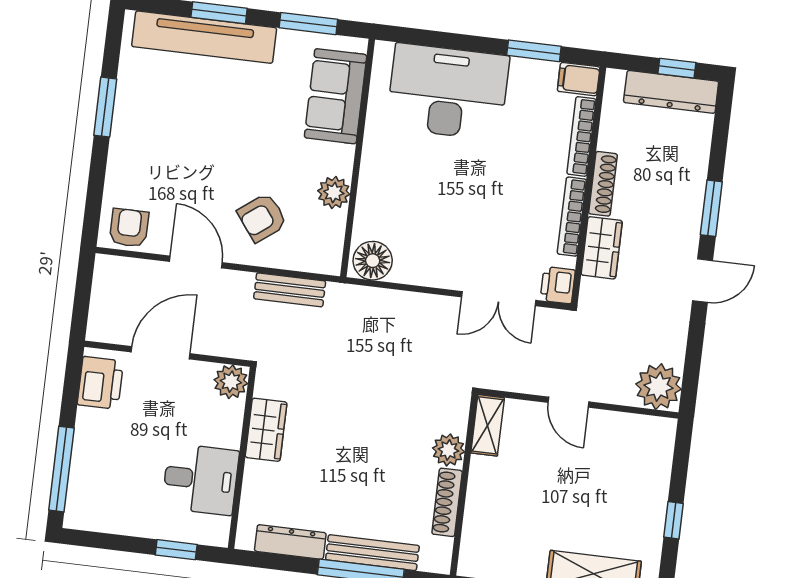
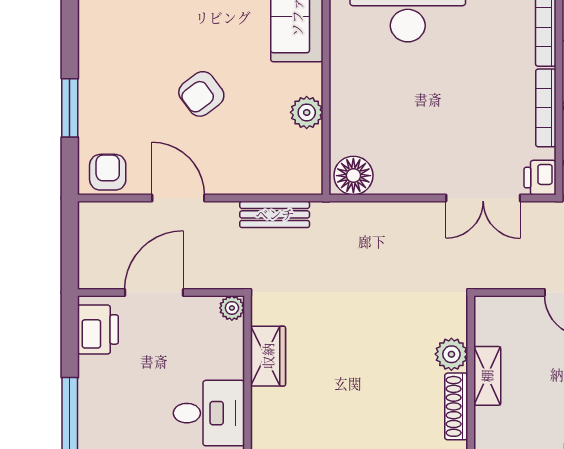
window: (105, 107) -> (70, 108), moved
armchair: (262, 218) -> (201, 94), moved
plant: (231, 382) -> (232, 308), width x0.73, depth x0.73
shelving: (488, 425) -> (487, 376), moved

